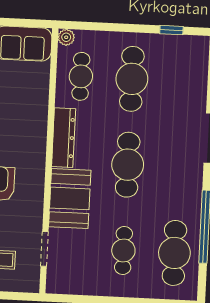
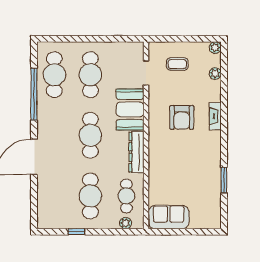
window: (171, 30) -> (76, 232), moved
plant: (66, 37) -> (126, 223), moved
cafe table: (123, 250) -> (90, 75), width x1.37, depth x1.35

